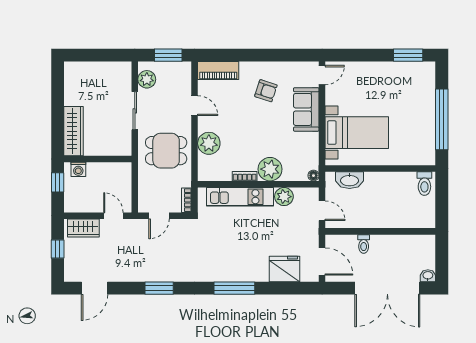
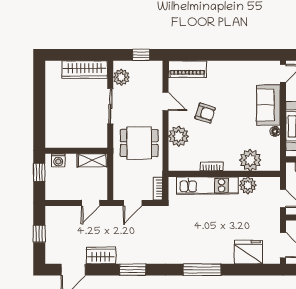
window: (168, 55) -> (141, 55), width x0.67
armchair: (266, 91) -> (205, 113), moved
wardrobe: (74, 131) -> (85, 70), moved, turned 90
shelving: (115, 169) -> (92, 160), added
plant: (270, 169) -> (250, 160), moved
floor lamp: (313, 176) -> (275, 131), moved
door: (113, 216) -> (91, 203), swing flipped
wardrobe: (83, 228) -> (101, 255), moved, turned 180

